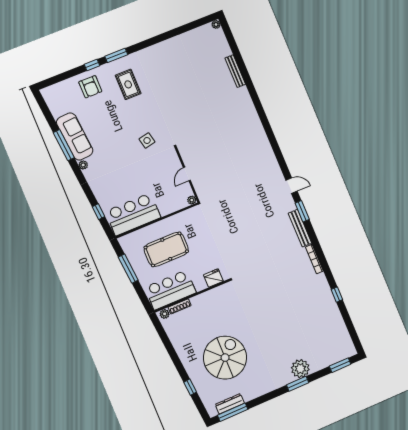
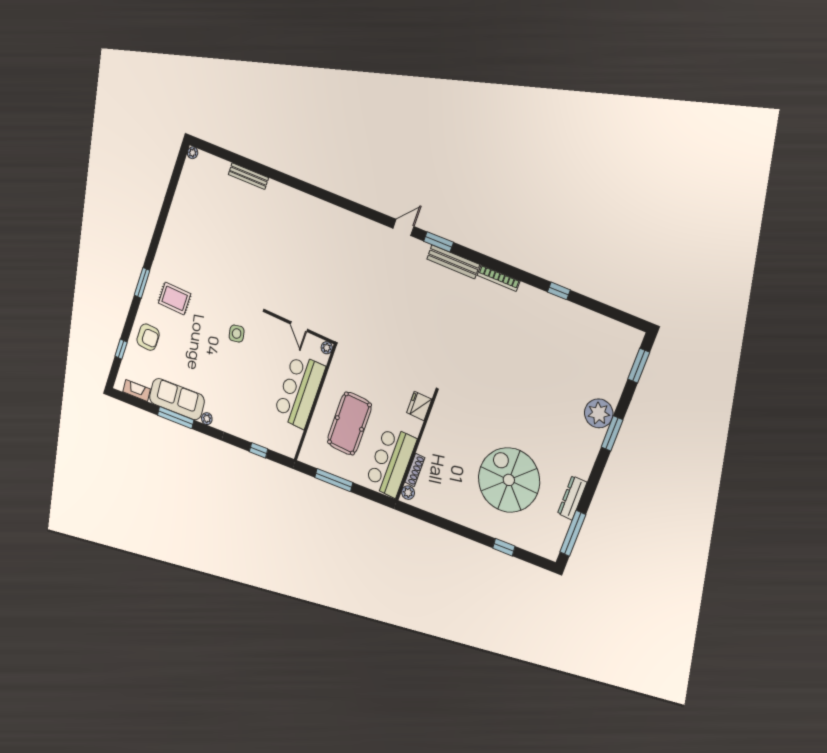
window: (92, 65) -> (121, 349), moved
fireplace: (53, 106) -> (137, 390), added
bar counter: (133, 214) -> (299, 391), moved
dresser: (230, 404) -> (572, 498), moved

